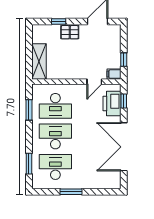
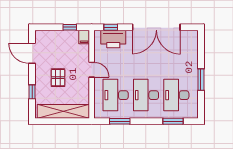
pallet: (70, 32) -> (58, 78), moved
shelving: (39, 61) -> (63, 111), width x1.47
door: (94, 82) -> (92, 70), moved
desk: (55, 106) -> (116, 95), turned 180

